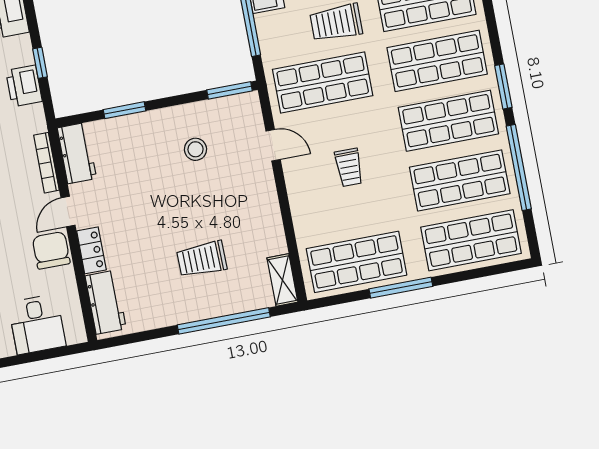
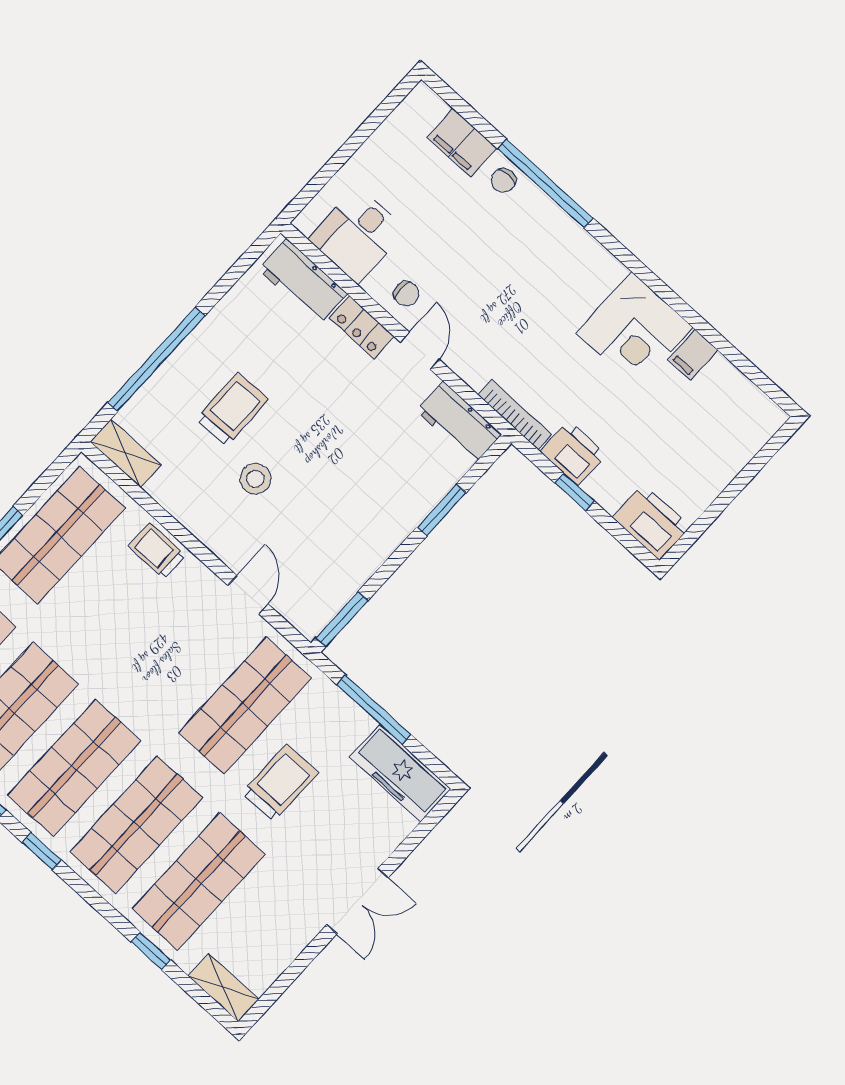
window: (503, 87) -> (42, 851), width x0.67
door: (273, 145) -> (248, 595), swing flipped
stool: (195, 149) -> (255, 479), moved
bookcase: (46, 163) -> (515, 415), moved
trolley: (349, 167) -> (157, 551), moved
chair: (51, 250) -> (406, 294), width x0.54, depth x0.54
desk: (37, 324) -> (358, 235), moved, turned -90

